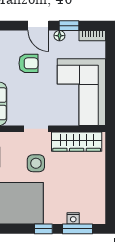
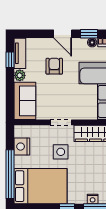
floor lamp: (59, 36) -> (92, 42), moved
armchair: (28, 63) -> (54, 66), turned -90

